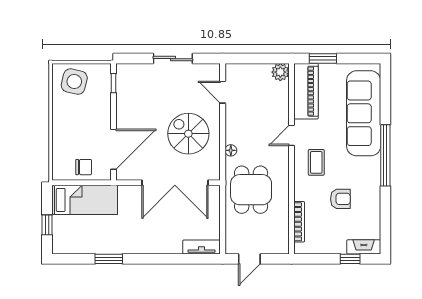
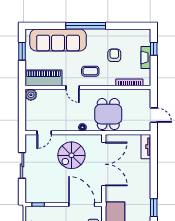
window: (323, 59) -> (22, 51), moved
dining table: (251, 190) -> (108, 114), turned 90
fireplace: (364, 247) -> (146, 57), moved

